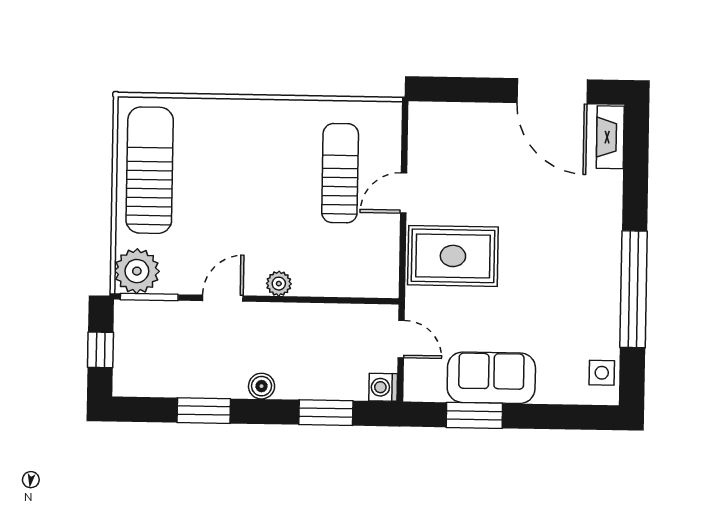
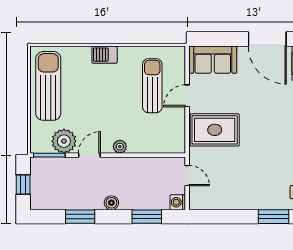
barbecue: (254, 115) -> (105, 55), added
plant: (137, 271) -> (64, 141), moved
sofa: (491, 378) -> (213, 60), moved, turned 180
window: (474, 415) -> (274, 217), moved

